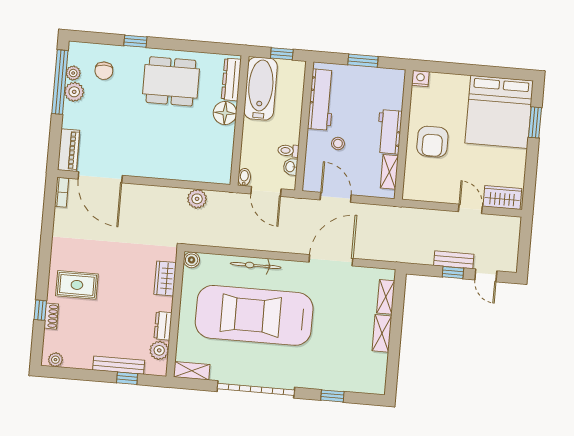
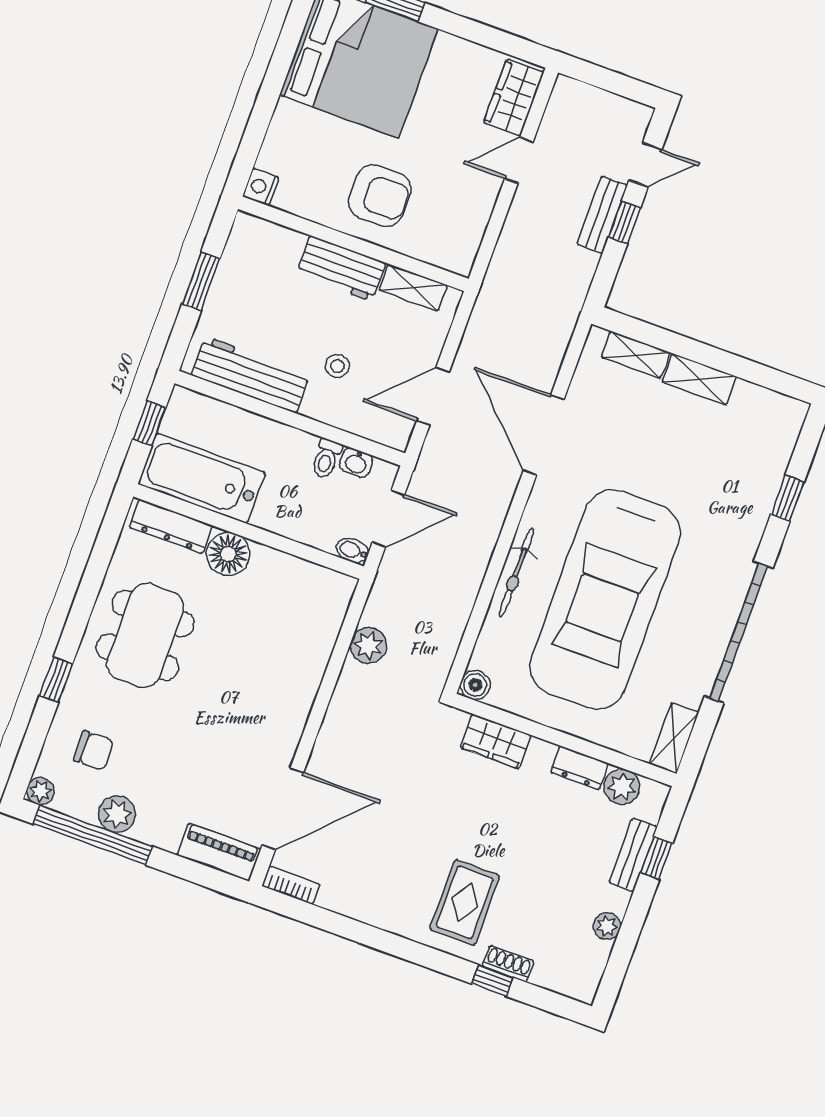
plant: (73, 73) -> (40, 791), moved
plant: (55, 360) -> (607, 926), moved
bench: (119, 365) -> (633, 855), width x0.73

